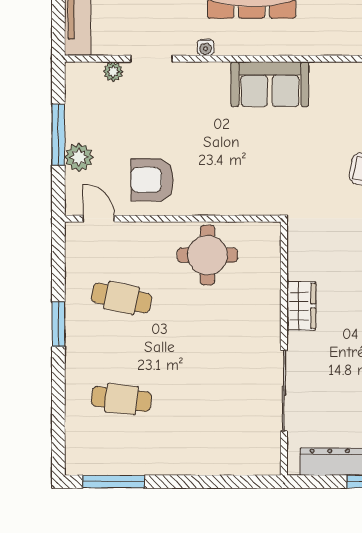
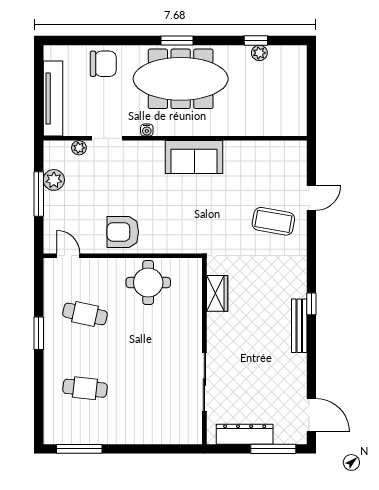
plant: (79, 157) -> (54, 180), moved
armchair: (152, 180) -> (123, 232), moved
wardrobe: (301, 306) -> (217, 293), moved

